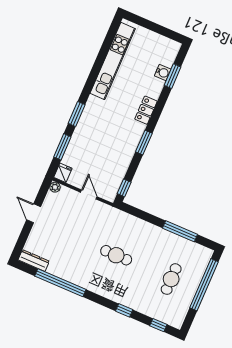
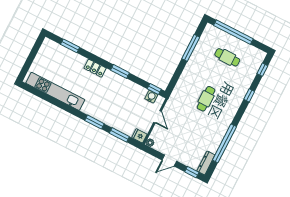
water cooler: (163, 73) -> (151, 97), moved
door: (89, 194) -> (157, 117), swing flipped
window: (21, 243) -> (192, 172), added

